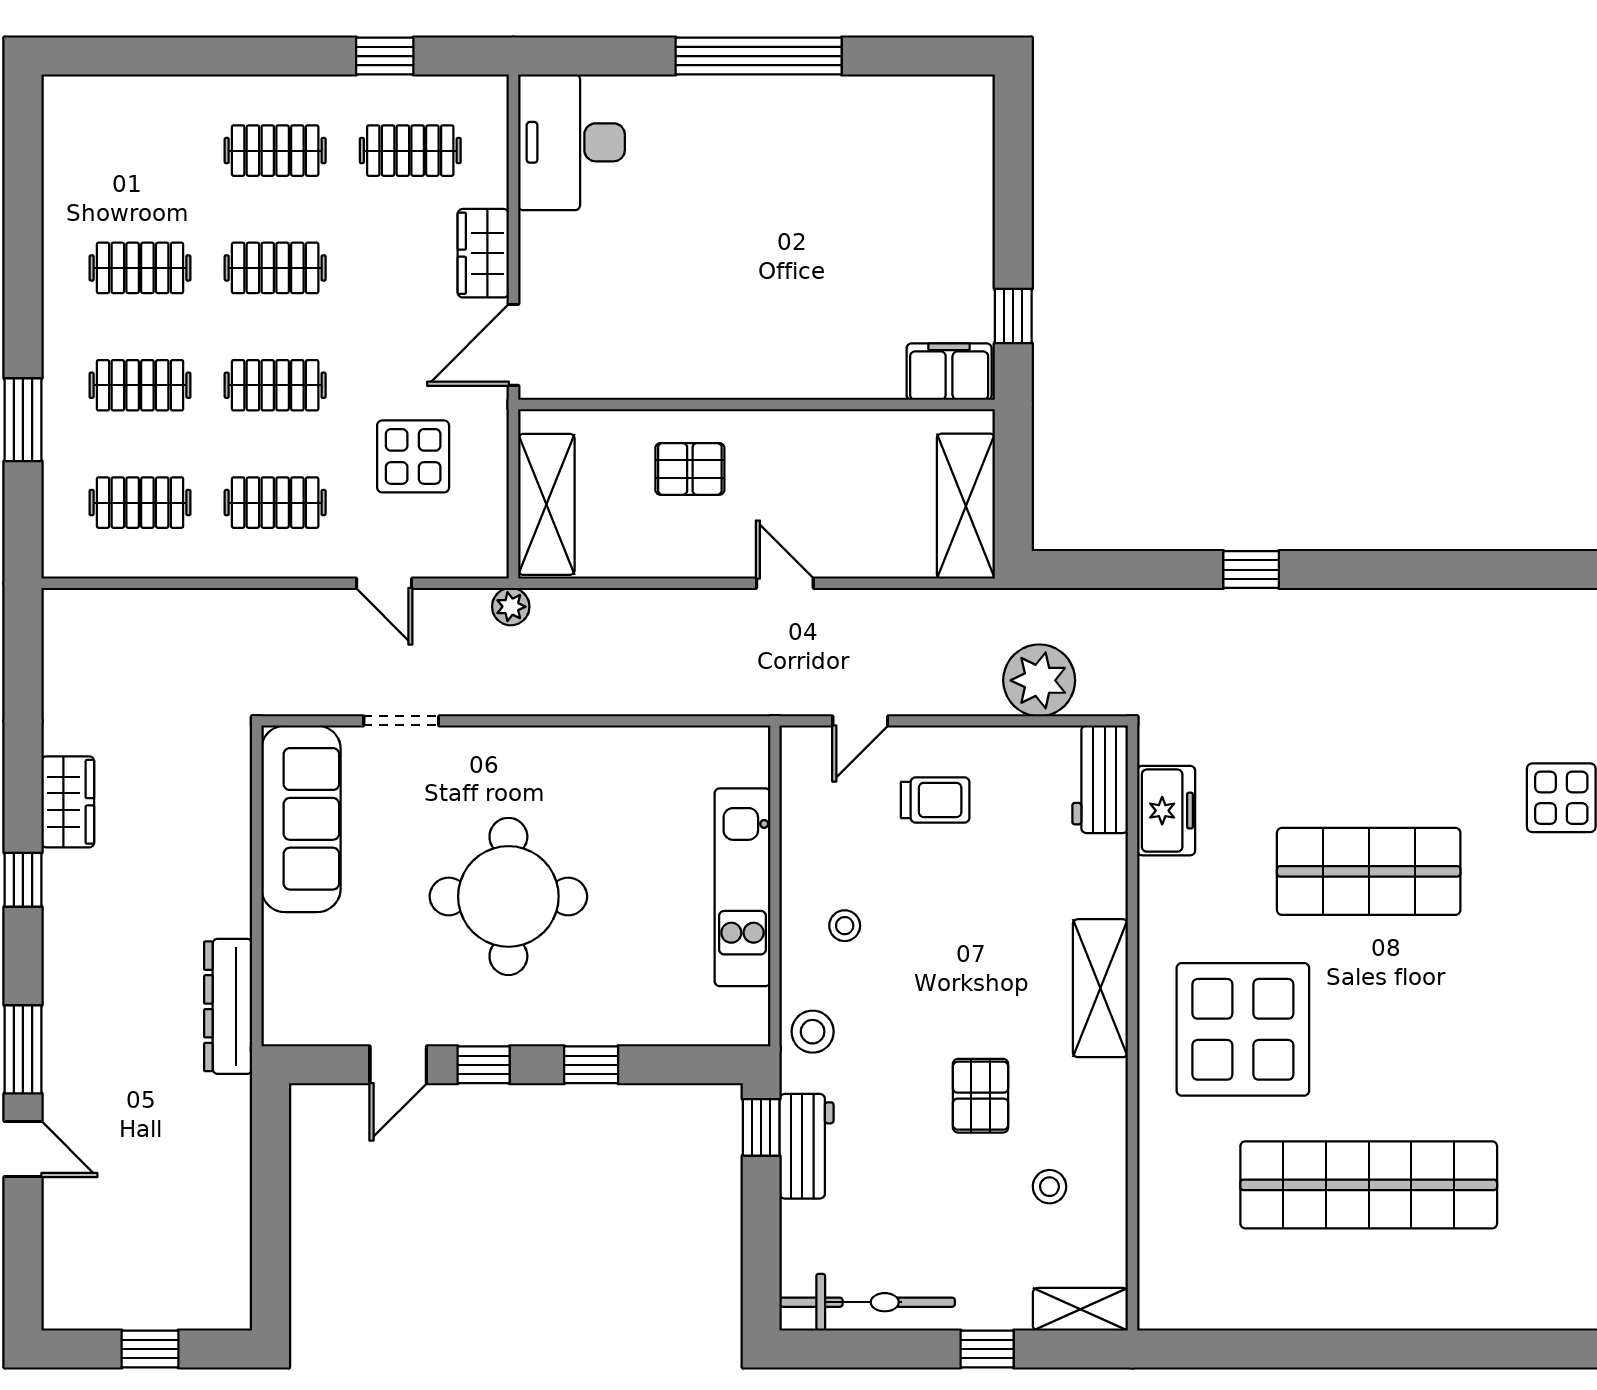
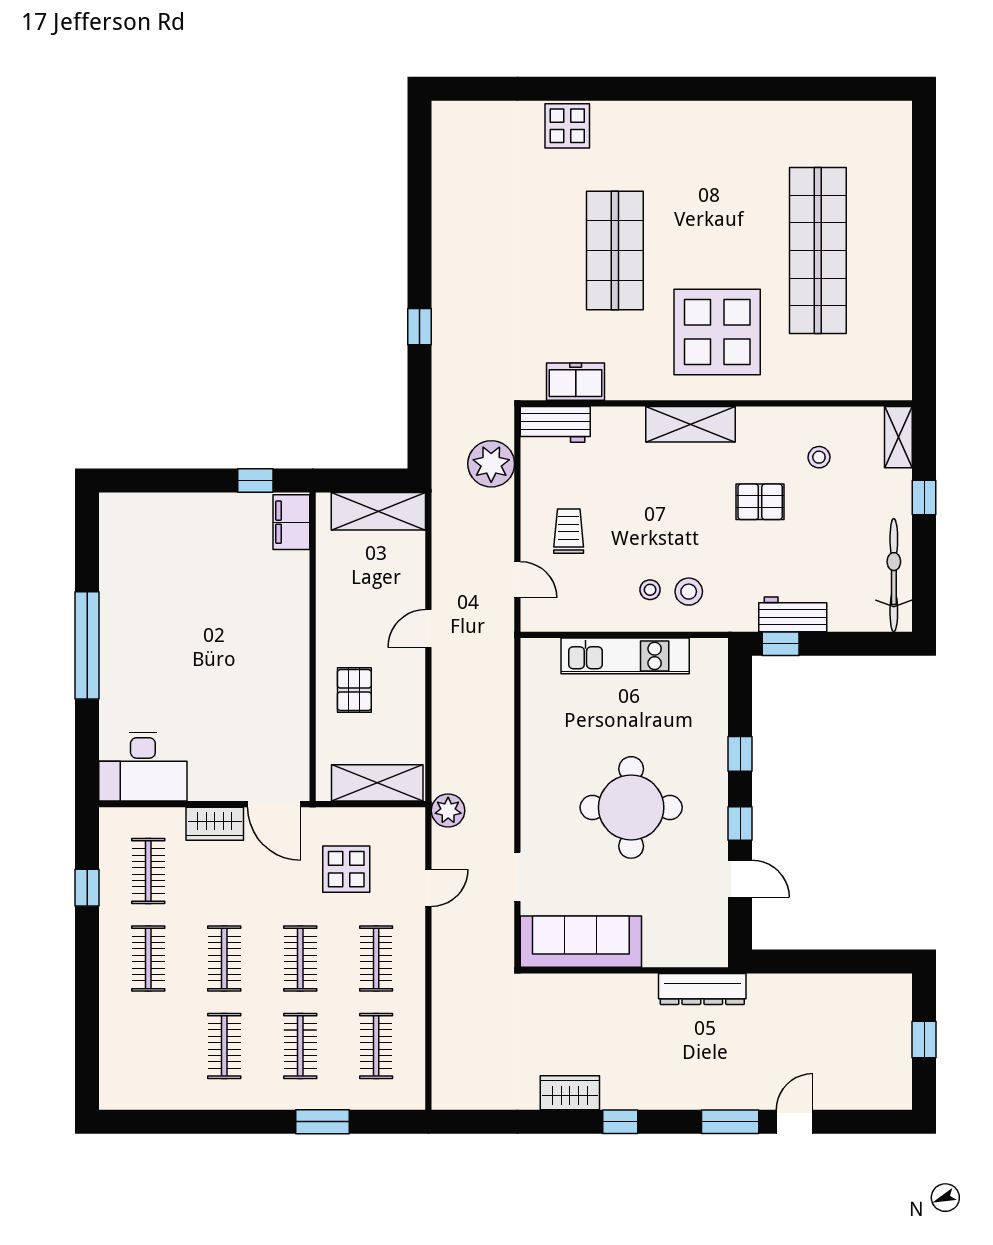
plant: (511, 607) -> (448, 810), width x1.38, depth x1.38
stool: (813, 1032) -> (689, 592), moved

